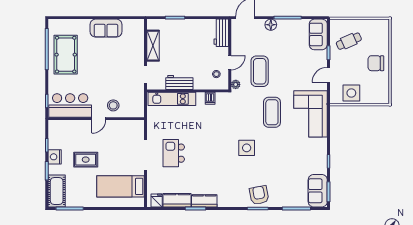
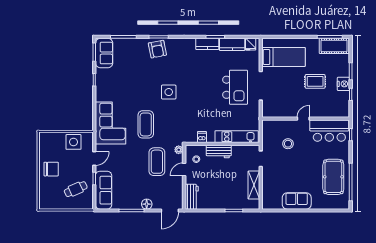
sofa: (318, 34) -> (104, 190), width x1.36
workbench: (179, 83) -> (219, 152), moved
stool: (113, 105) -> (288, 144), moved
kitchen island: (174, 153) -> (235, 87), width x1.37, depth x1.28
cot: (57, 191) -> (334, 46), moved, turned 90

